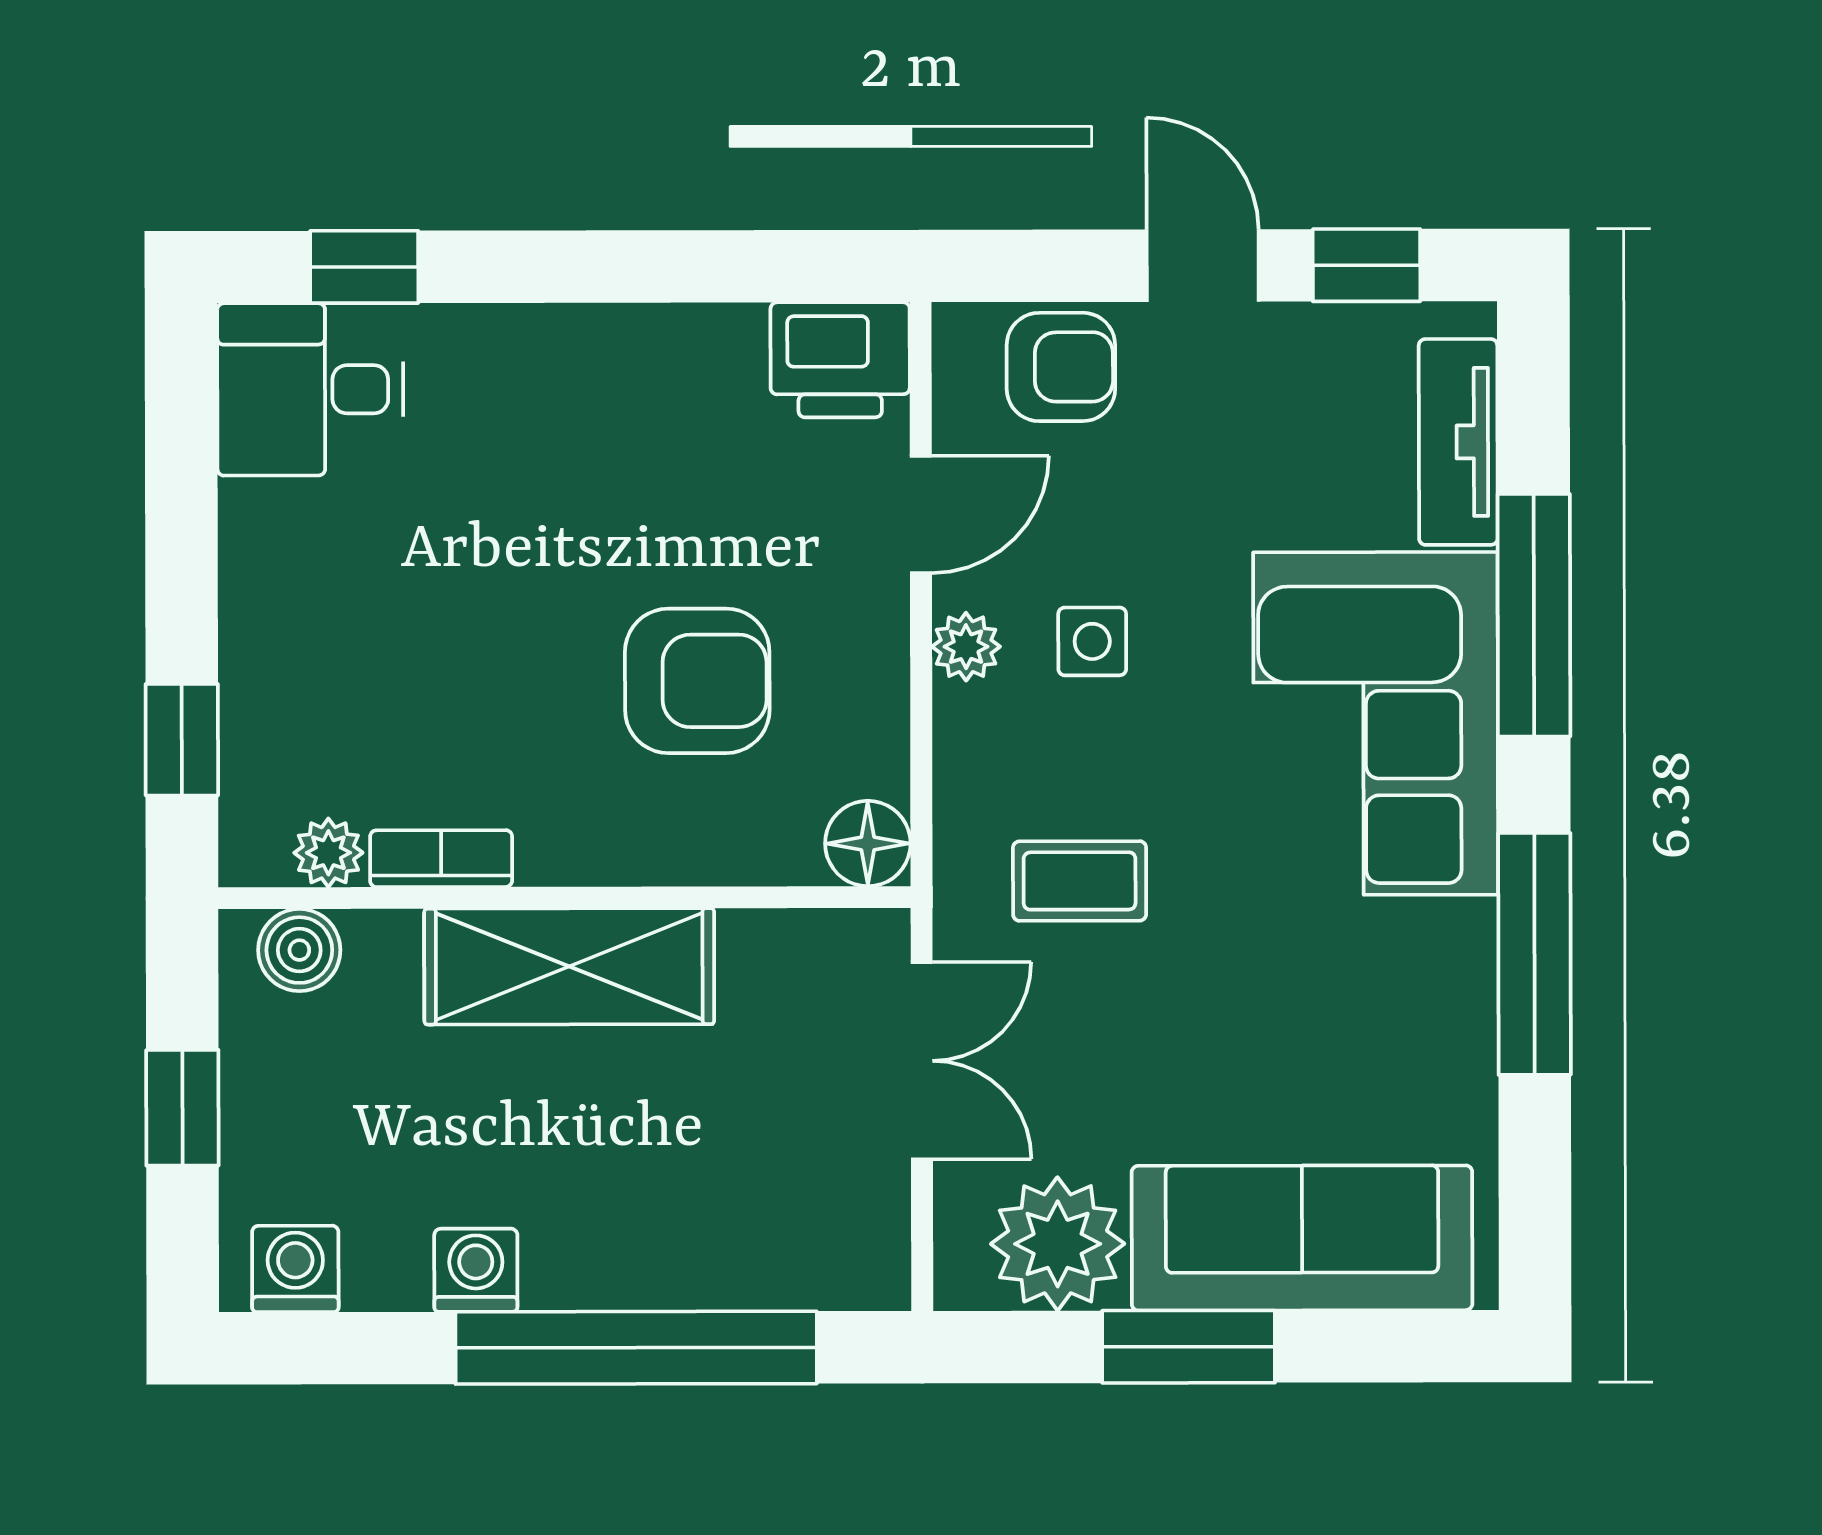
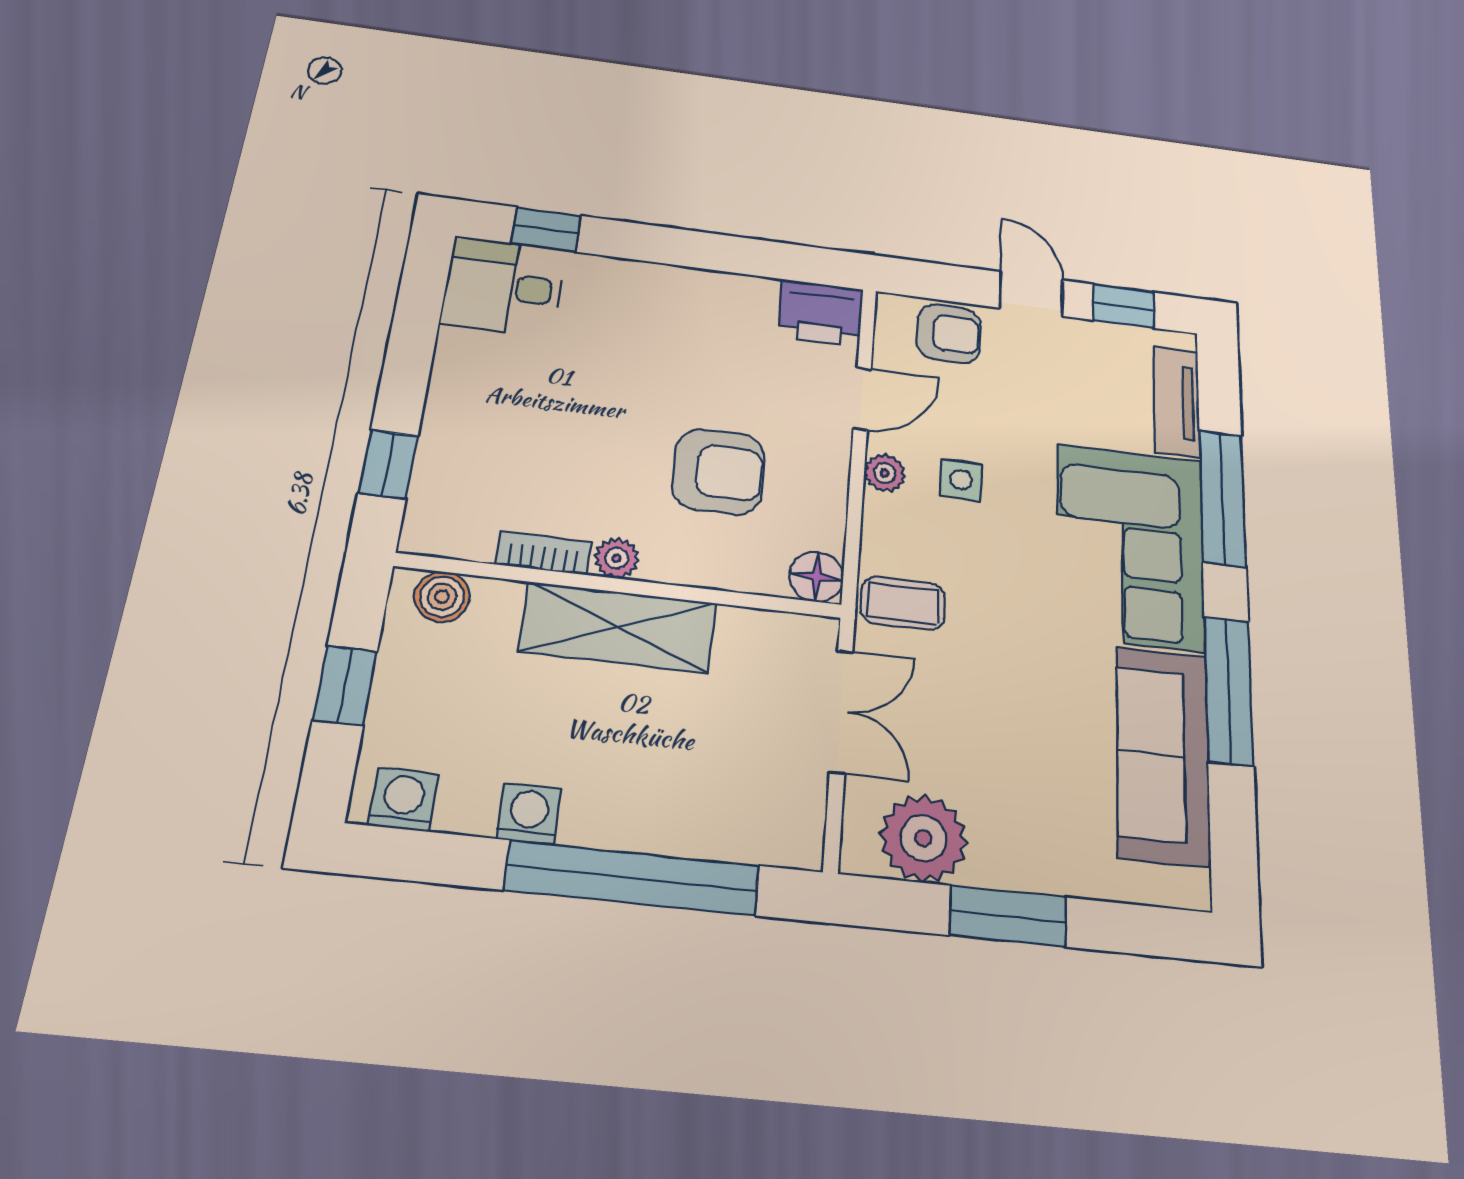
plant: (328, 853) -> (617, 558), moved
coffee table: (1080, 881) -> (903, 603), moved
sofa: (1302, 1238) -> (1163, 755), moved, turned -90

